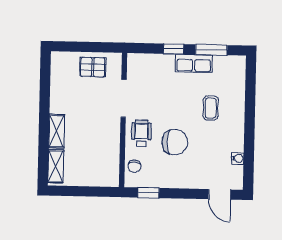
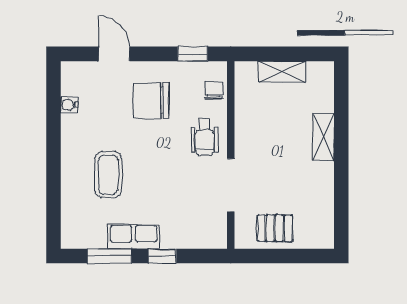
coffee table: (211, 108) -> (108, 175), width x1.36, depth x1.30
chair: (175, 142) -> (151, 101), moved
shelving: (56, 166) -> (282, 72), moved, turned 90
door: (220, 194) -> (114, 54), moved

